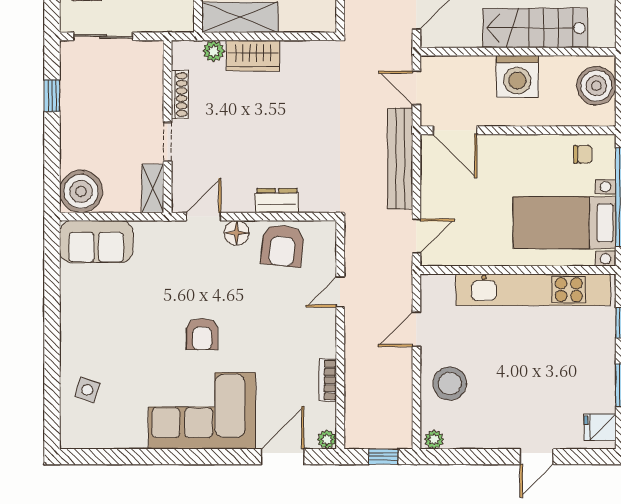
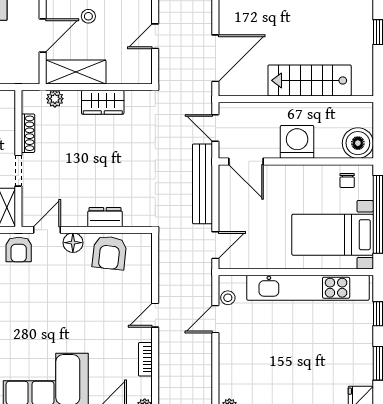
wardrobe: (253, 56) -> (103, 102), moved
washing machine: (517, 76) -> (297, 142), moved, turned 180
boiler: (596, 86) -> (358, 143), moved
chair: (583, 154) -> (347, 181), turned 90
door: (340, 292) -> (155, 315), moved
armchair: (202, 334) -> (19, 250), moved
stool: (450, 384) -> (228, 298), moved, width x0.53, depth x0.53

